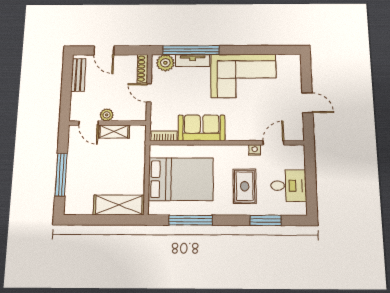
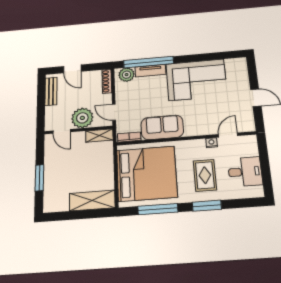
door: (149, 93) -> (114, 112), moved
plant: (107, 115) -> (82, 118), width x1.88, depth x1.88
shelving: (114, 131) -> (99, 136), moved
window: (61, 174) -> (39, 178), width x0.69
bed: (181, 179) -> (147, 174), width x1.36
window: (266, 220) -> (207, 206), moved

